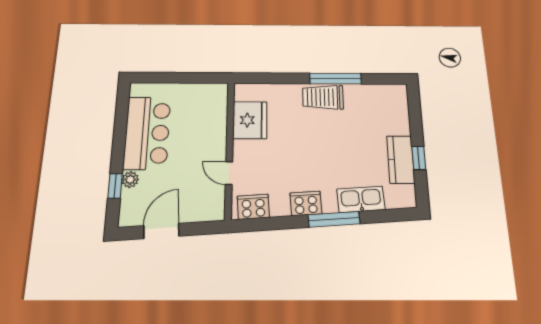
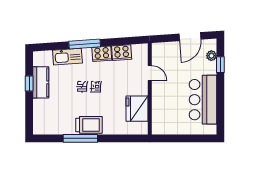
plant: (130, 180) -> (211, 56), moved
cooker: (253, 207) -> (122, 53), moved

